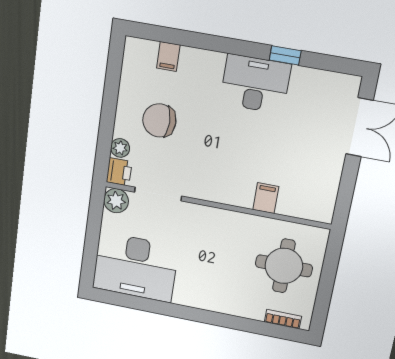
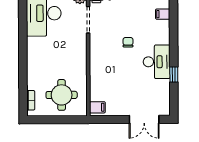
chair: (159, 120) -> (128, 42), moved, width x0.54, depth x0.54
filing cabinet: (266, 198) -> (97, 107), moved

